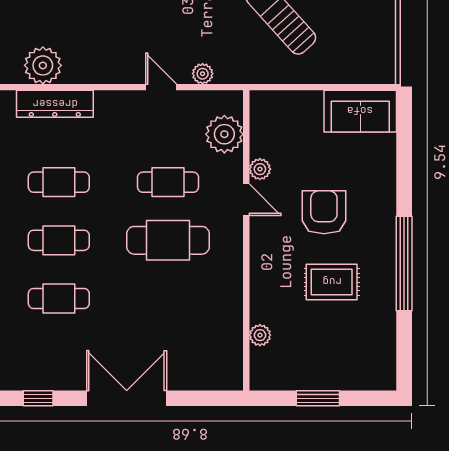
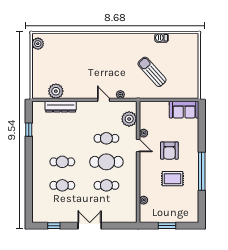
cafe table: (59, 182) -> (106, 185), moved
armchair: (324, 212) -> (169, 151), turned 180
double door: (127, 398) -> (90, 226), width x0.73

